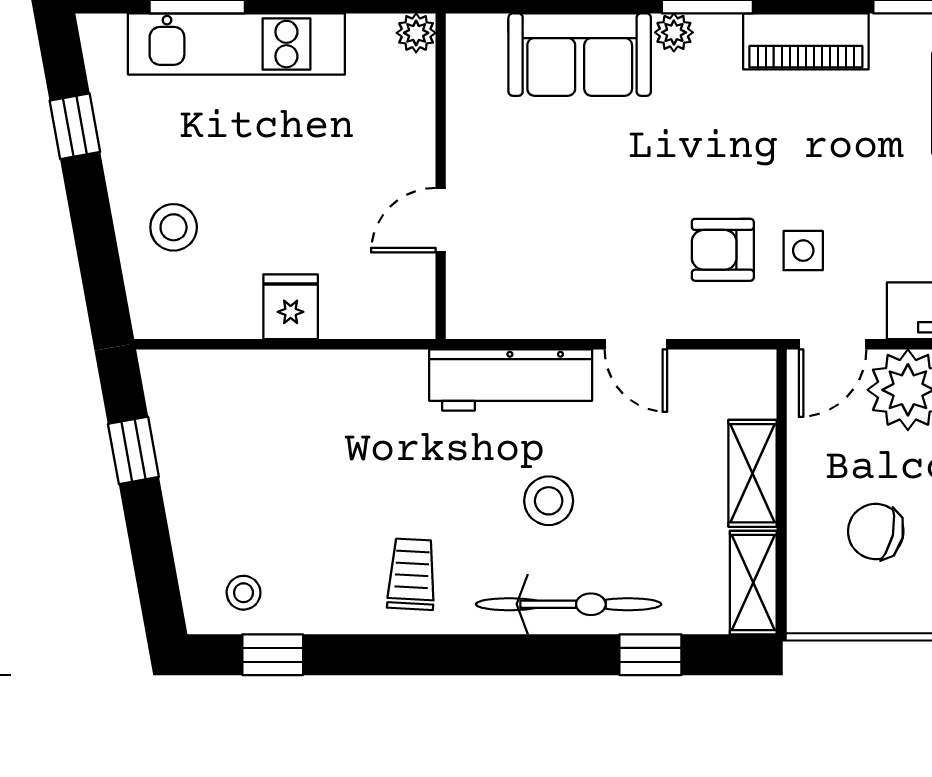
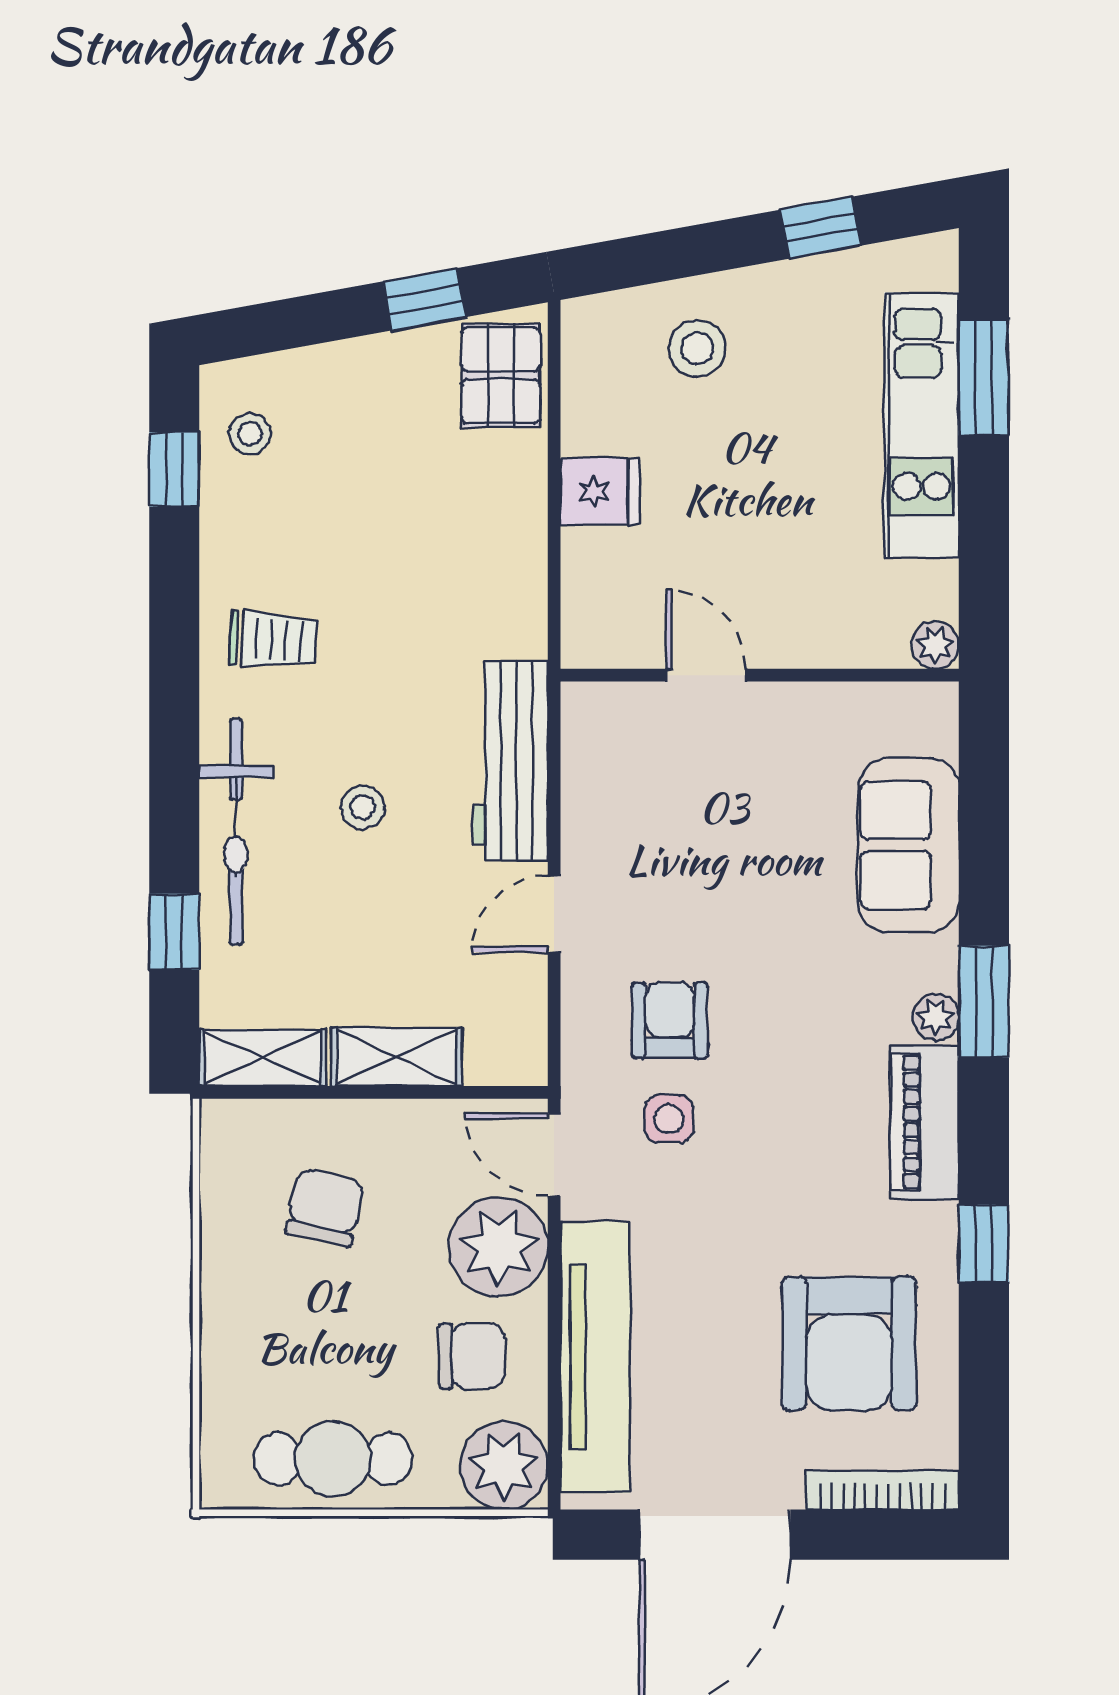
plant: (674, 32) -> (936, 1017), moved
pallet: (196, 388) -> (501, 375), added
stool: (549, 501) -> (363, 807), width x0.73, depth x0.73

